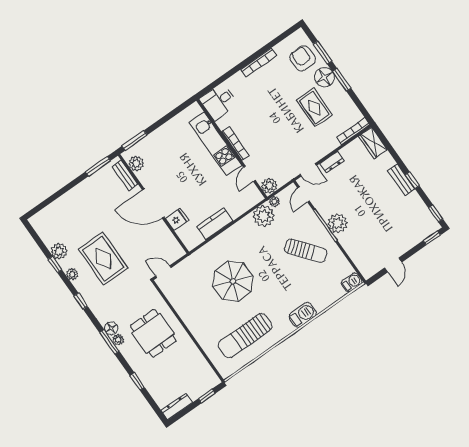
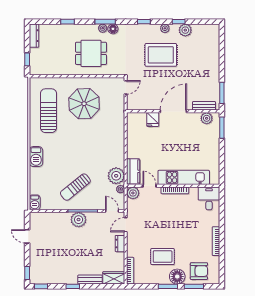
bench: (401, 180) -> (90, 280), moved
kitchen counter: (215, 224) -> (133, 171), moved
parasol: (233, 281) -> (84, 104), moved

